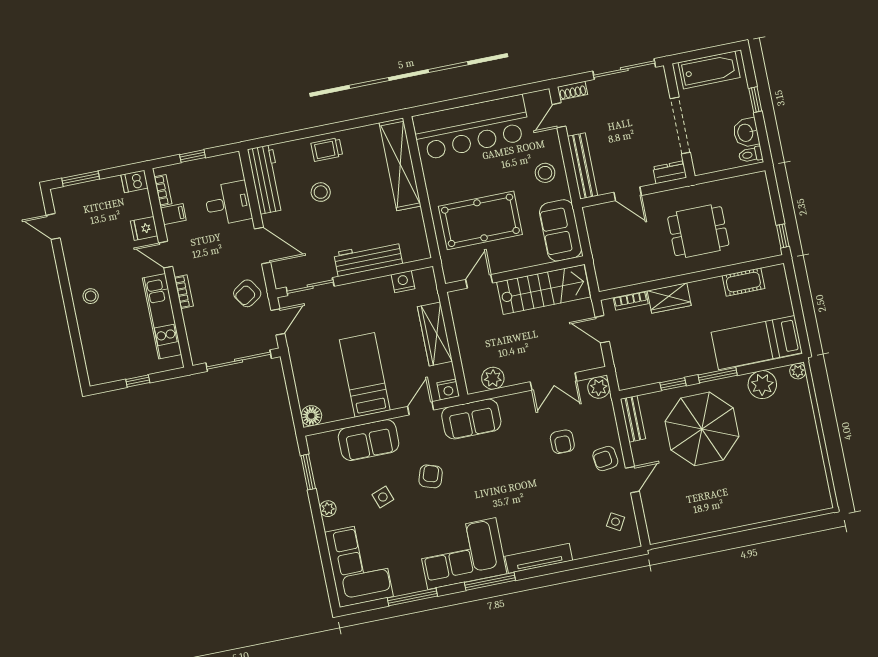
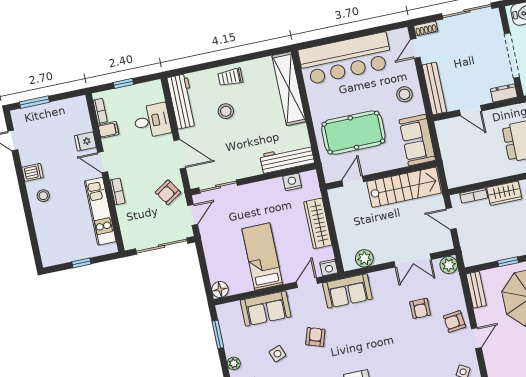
dishwasher: (135, 181) -> (33, 172), moved, turned 180
workbench: (368, 258) -> (287, 159), moved

